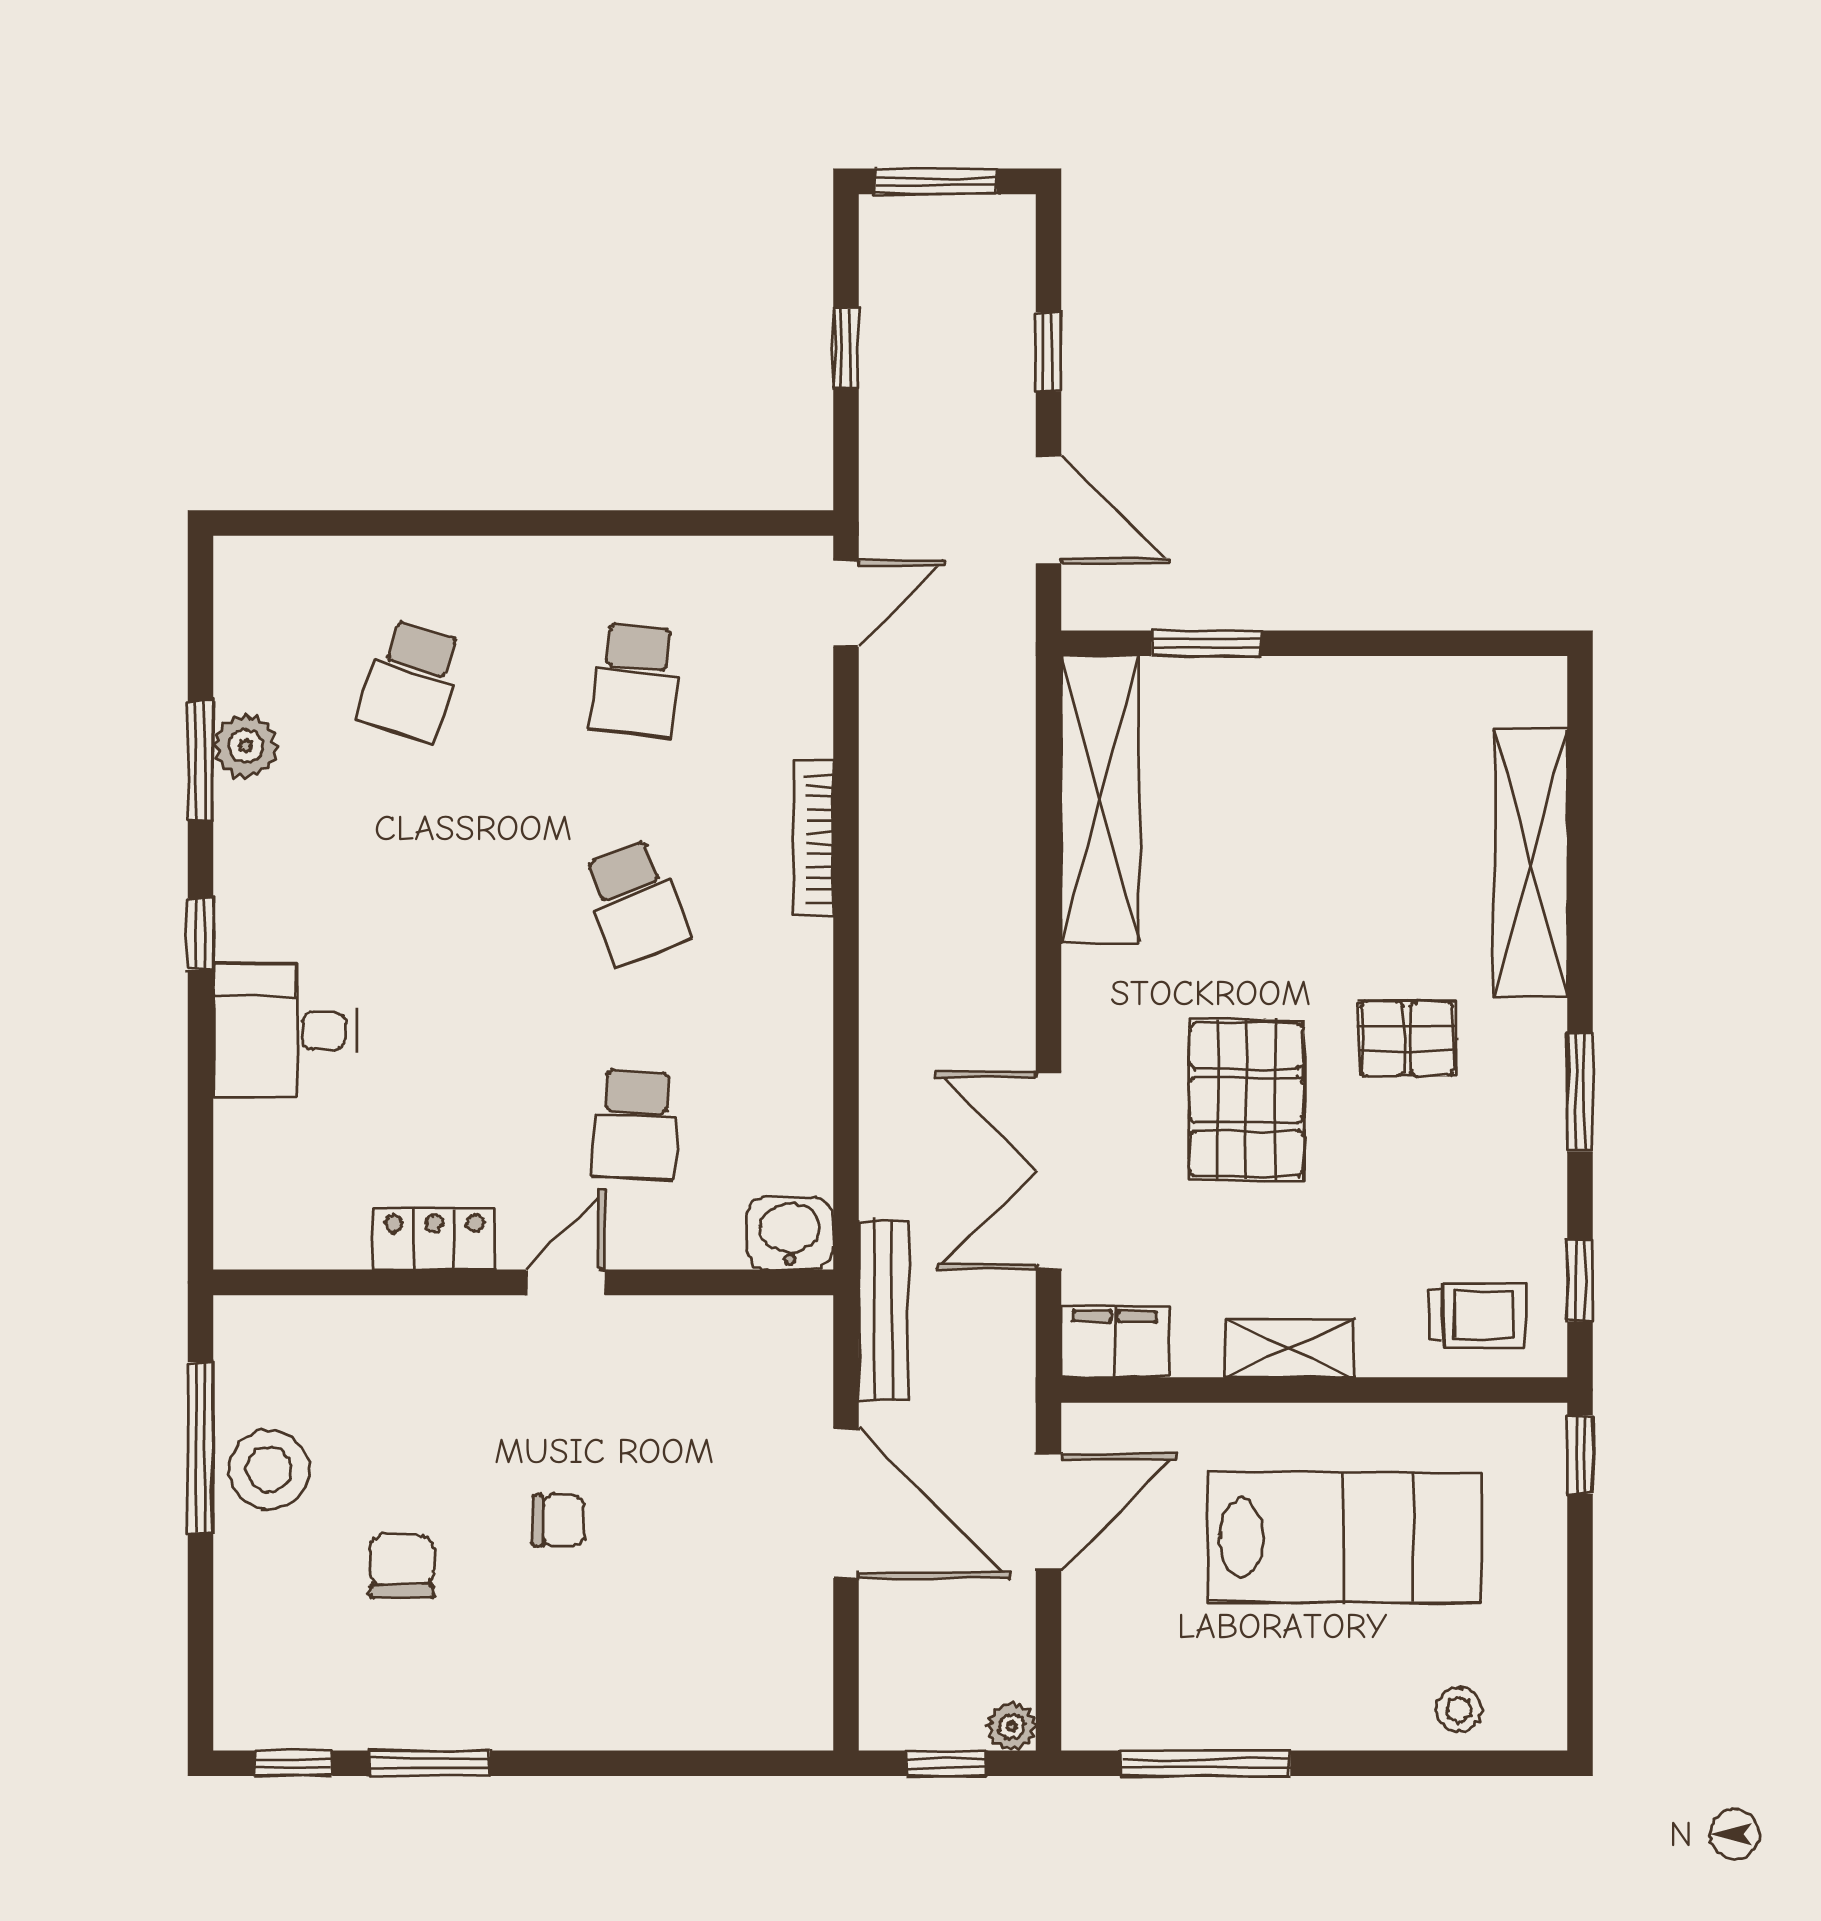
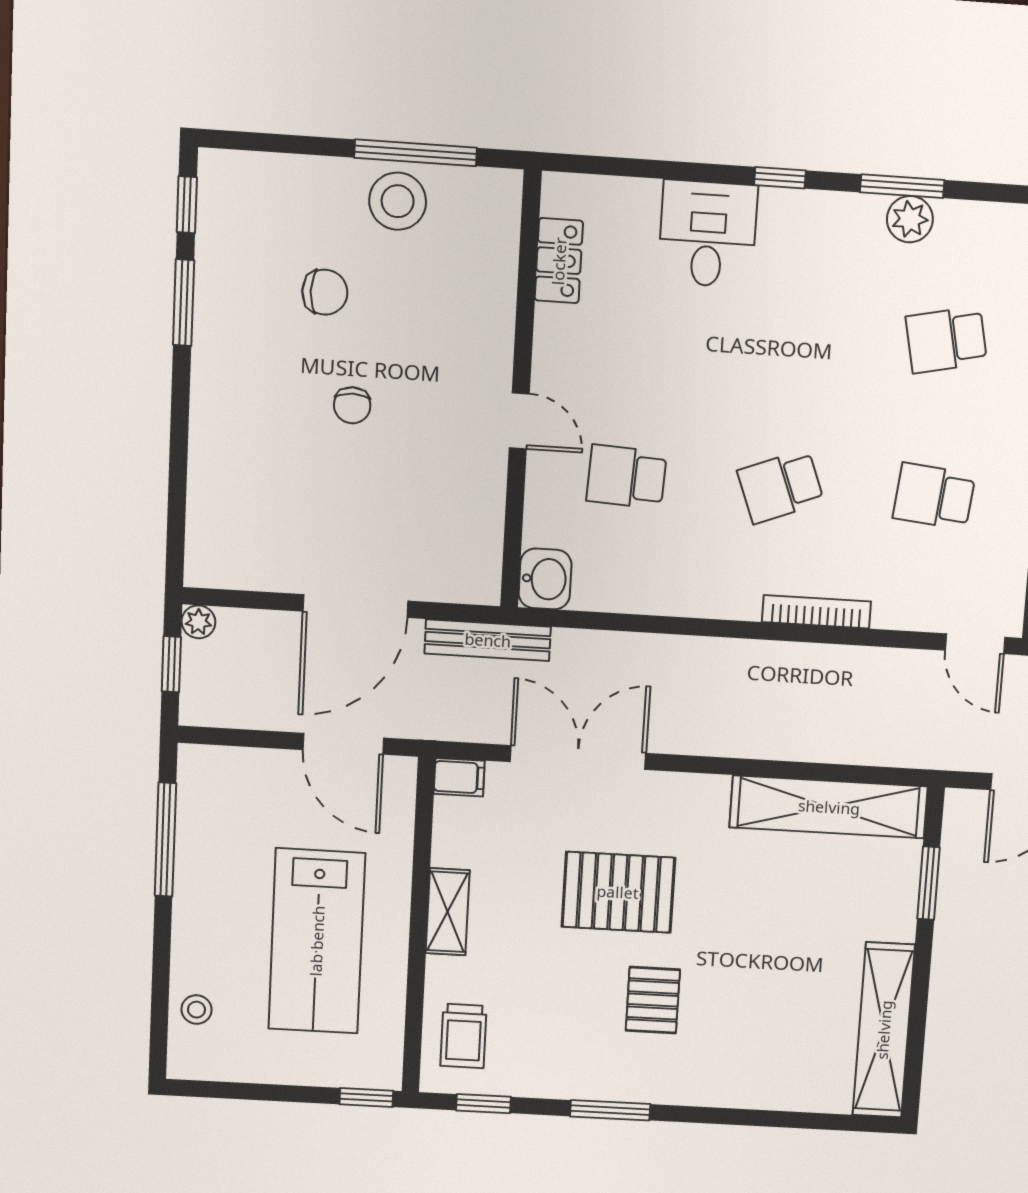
school desk: (411, 681) -> (946, 340), turned -30
shelving: (1531, 863) -> (884, 1030), moved, turned 90
locker: (434, 1239) -> (559, 261), moved
filing cabinet: (1115, 1342) -> (459, 777), width x0.50
plant: (1012, 1727) -> (198, 622), moved

